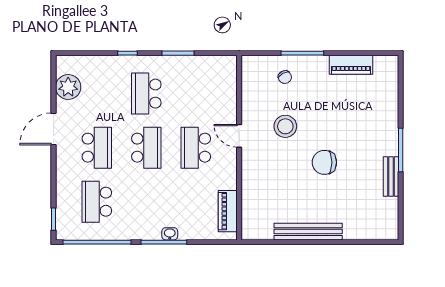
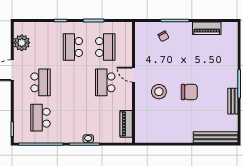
stool: (285, 126) -> (159, 92), moved
school desk: (146, 148) -> (105, 47), moved
chair: (324, 162) -> (189, 92), turned 180
bench: (308, 232) -> (216, 137), moved

